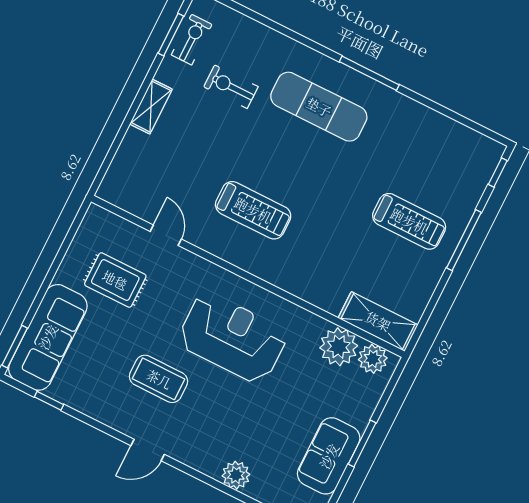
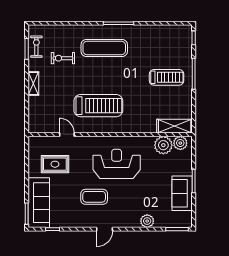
treadmill: (253, 210) -> (98, 106), width x1.37, depth x1.37

